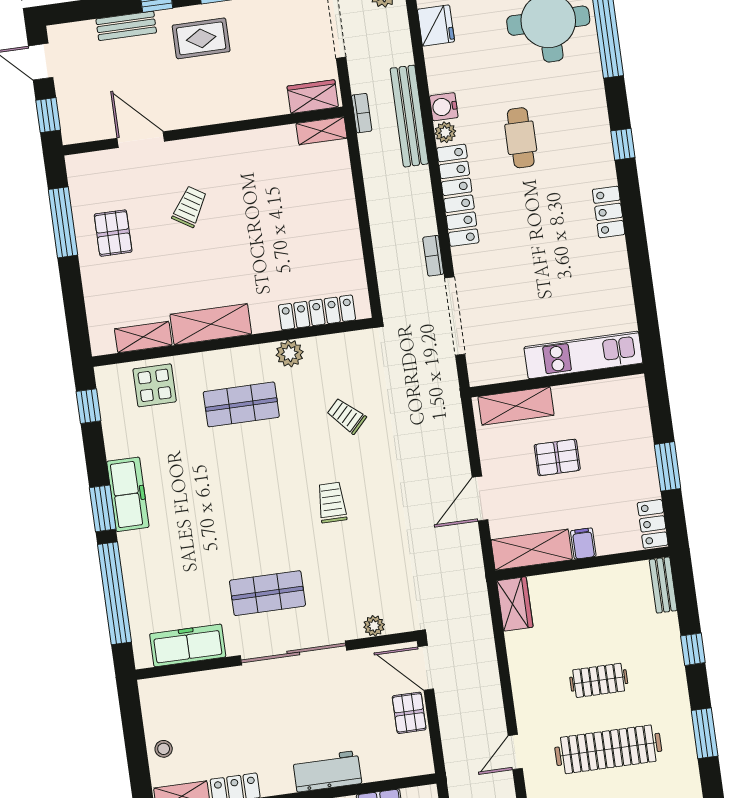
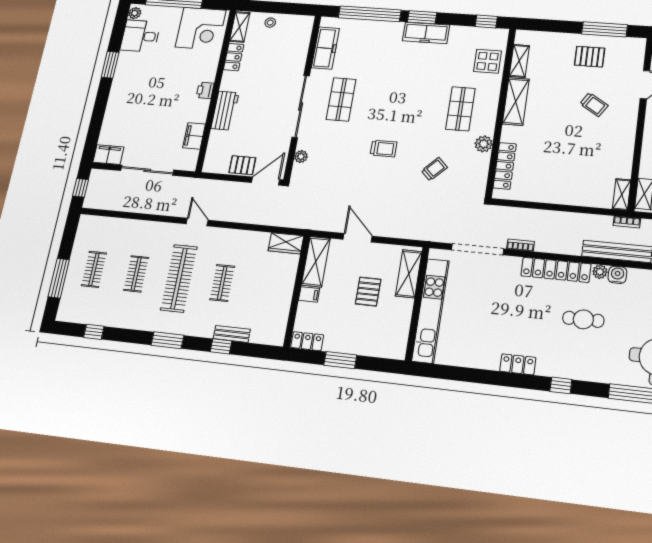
kitchen unit: (583, 355) -> (431, 311), width x1.36
bench: (663, 585) -> (232, 334), moved

